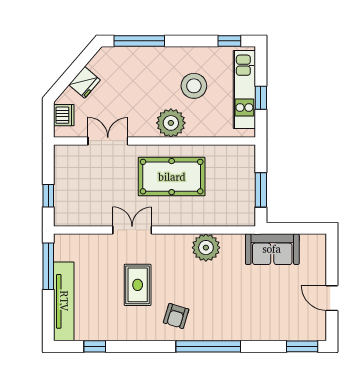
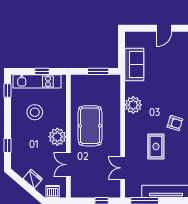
window: (139, 41) -> (7, 145), width x0.46
plant: (171, 123) -> (57, 137), moved
double door: (132, 230) -> (123, 168), moved
rug: (138, 285) -> (156, 147), turned 90

